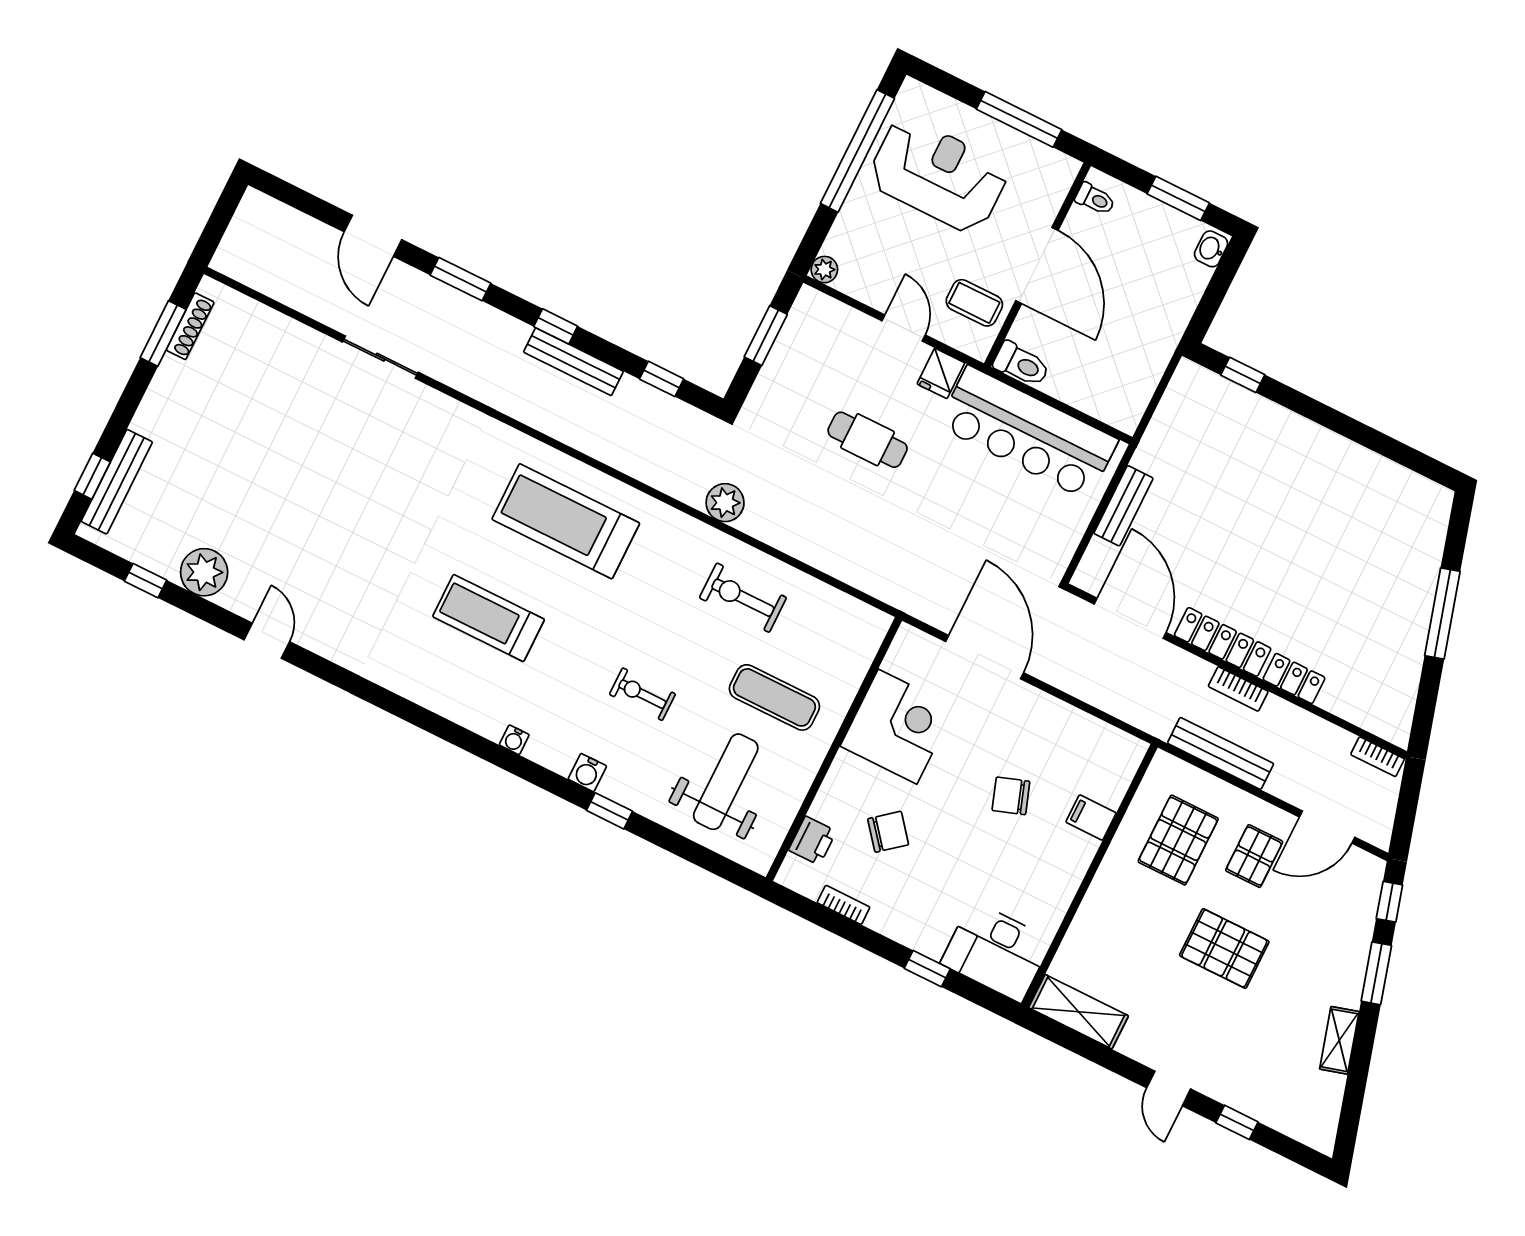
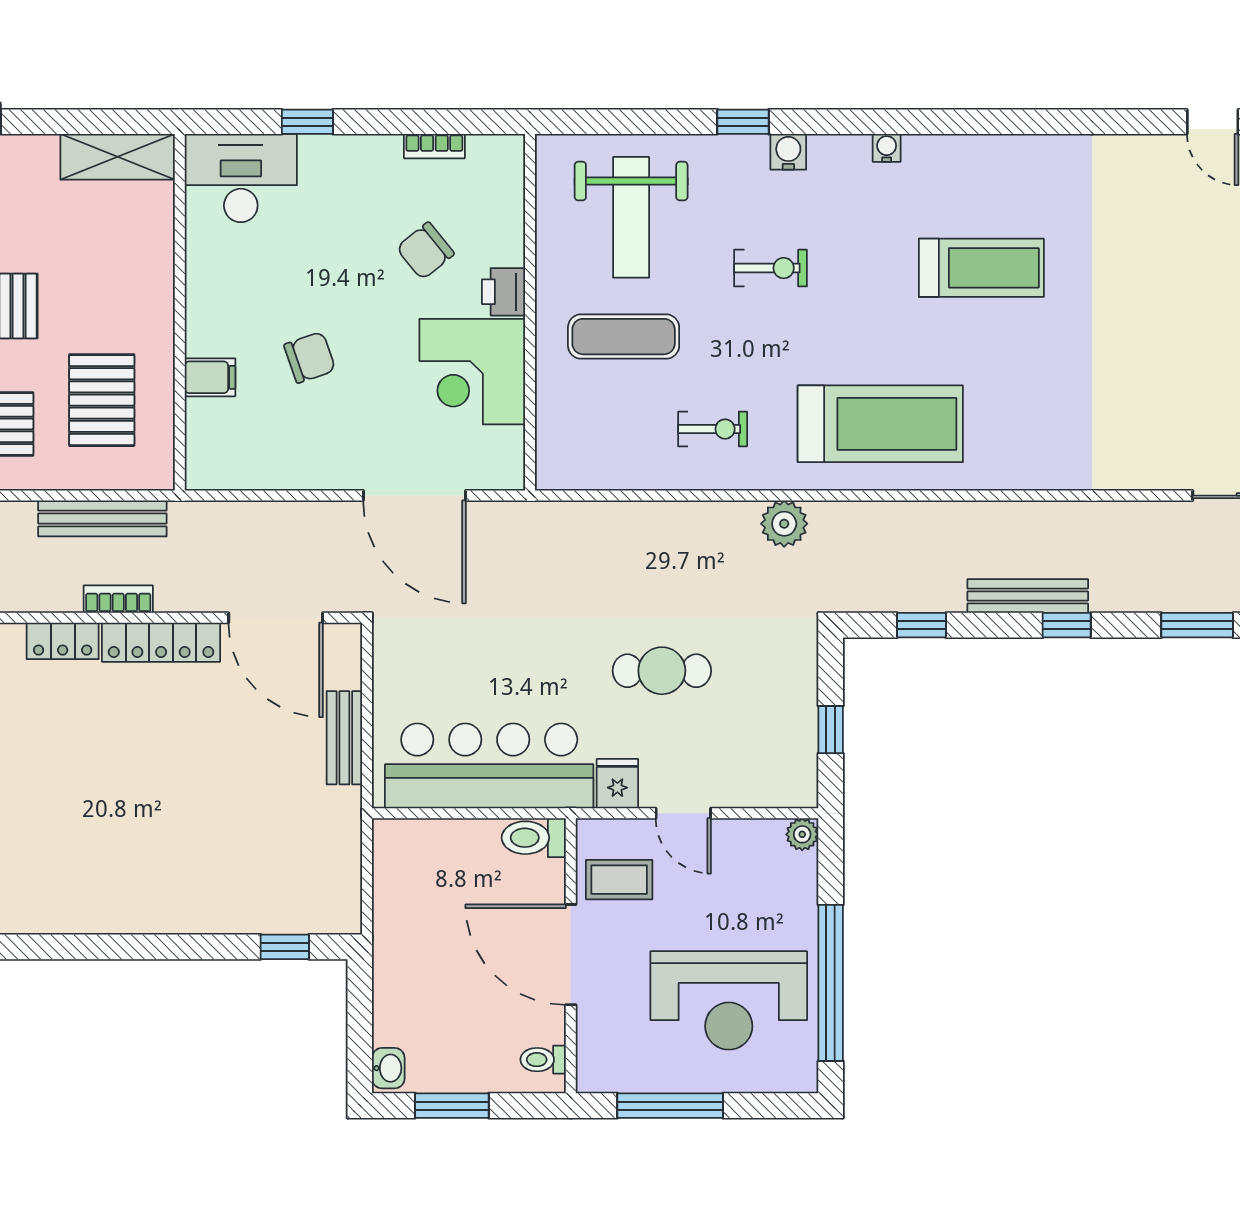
window: (766, 336) -> (831, 730), width x0.67
treadmill: (566, 521) -> (880, 424), moved
exercise bike: (743, 598) -> (713, 429), width x0.73, depth x0.72
printer: (812, 841) -> (504, 292), moved

